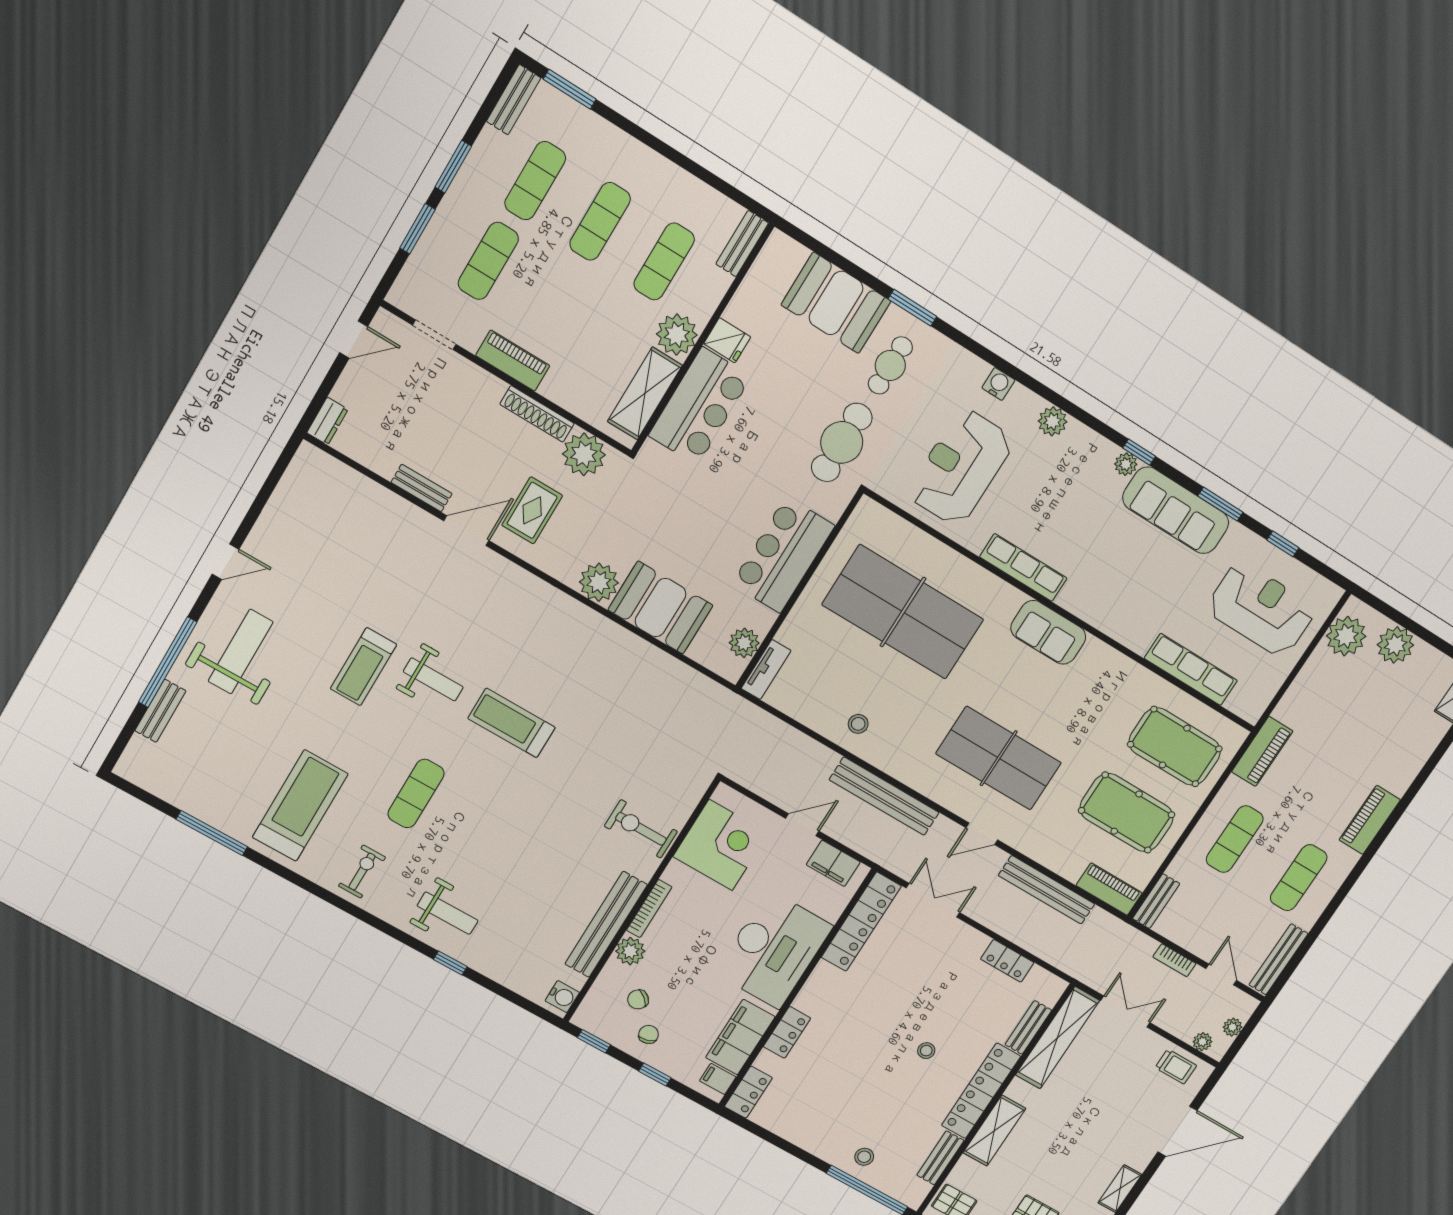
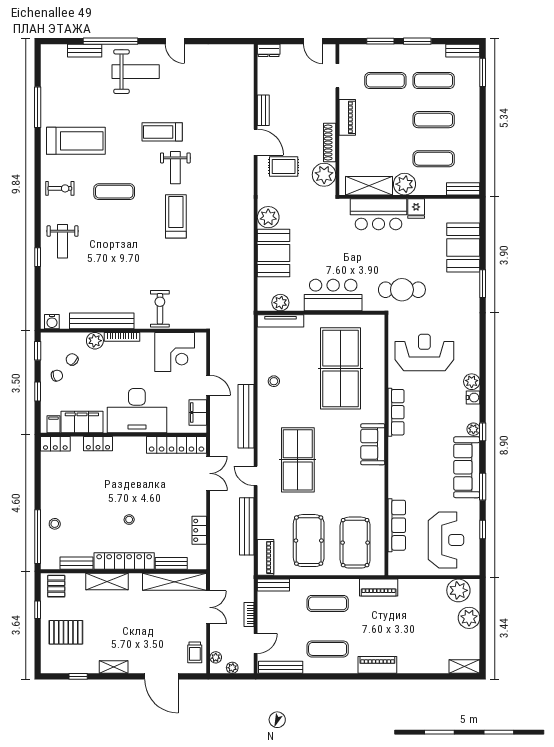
cafe table: (890, 365) -> (451, 290), removed
water cooler: (998, 384) -> (473, 398), moved
tv unit: (766, 669) -> (281, 321), width x1.41

